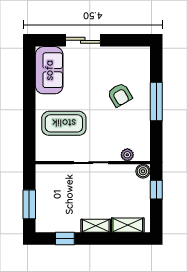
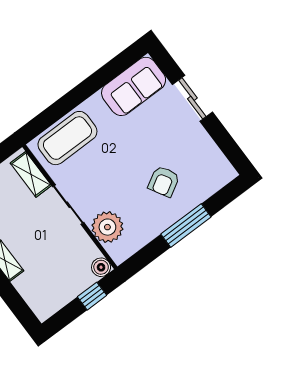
coffee table: (64, 123) -> (67, 138), moved, turned 90
plant: (127, 155) -> (107, 227), width x1.87, depth x1.87
shelving: (128, 225) -> (31, 174), moved

